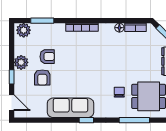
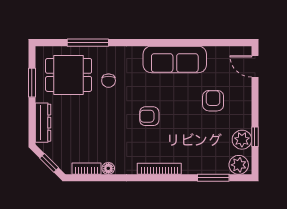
armchair: (47, 57) -> (149, 116), moved
plant: (21, 62) -> (242, 140), moved
window: (12, 77) -> (255, 137), moved
window: (86, 120) -> (153, 43), removed

